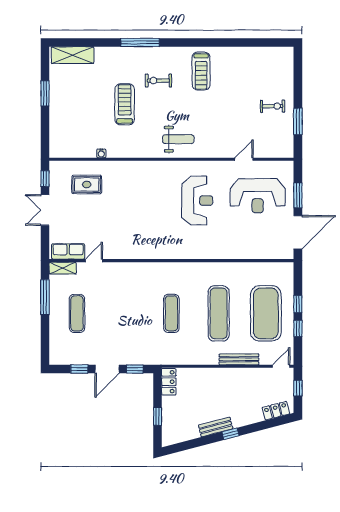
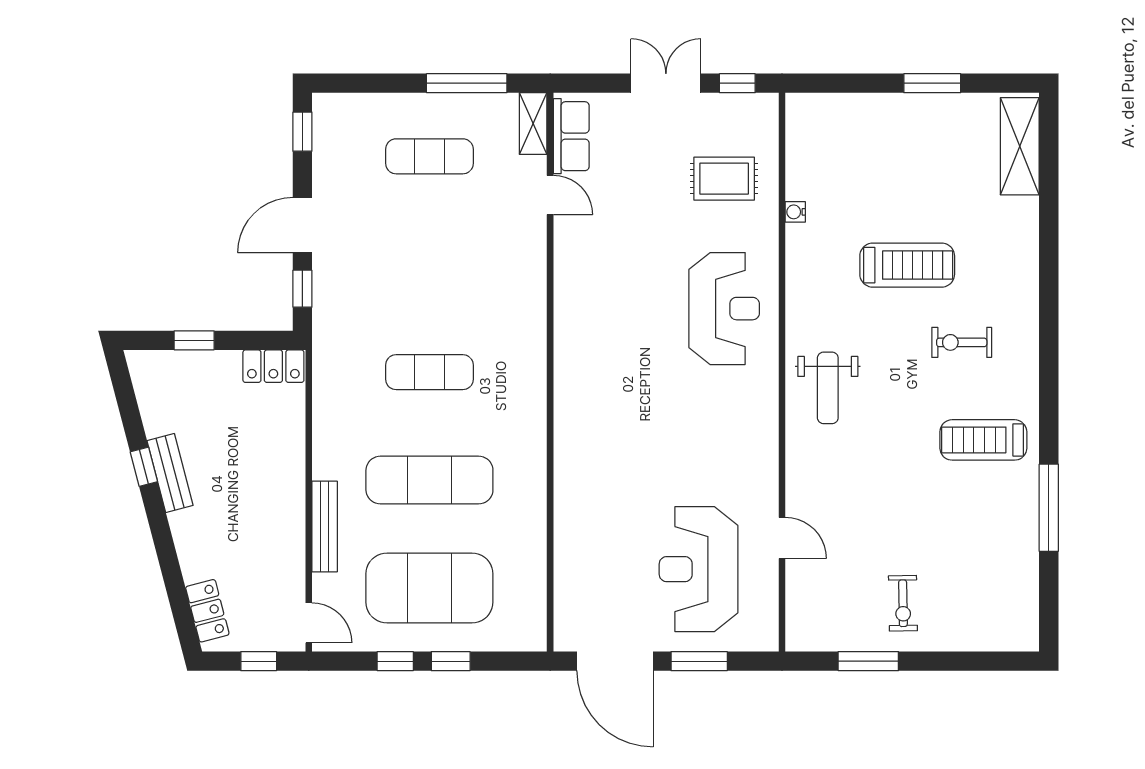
window: (140, 42) -> (1049, 508), moved
exercise bike: (158, 81) -> (962, 342), turned -90
rug: (87, 185) -> (724, 179), turned 90
reception desk: (197, 201) -> (724, 309), moved, turned -90
window: (79, 369) -> (302, 132), moved
door: (107, 369) -> (302, 225), hinge flipped
window: (230, 434) -> (144, 467), moved

